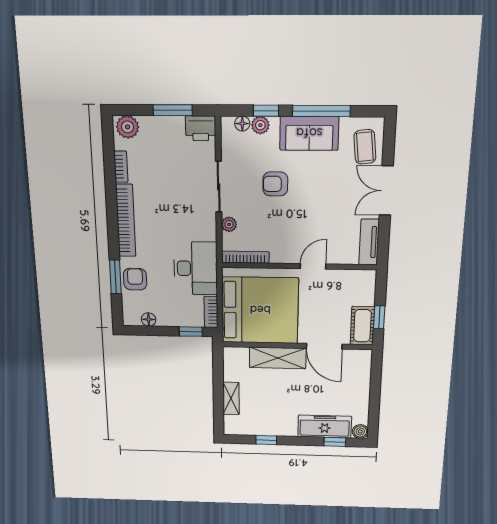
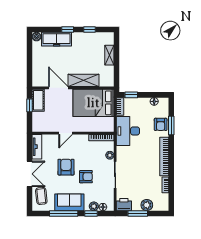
plant: (128, 127) -> (147, 205), moved
armchair: (314, 203) -> (66, 167), added
bed: (260, 310) -> (93, 103), width x0.73
window: (335, 442) -> (68, 30), moved

